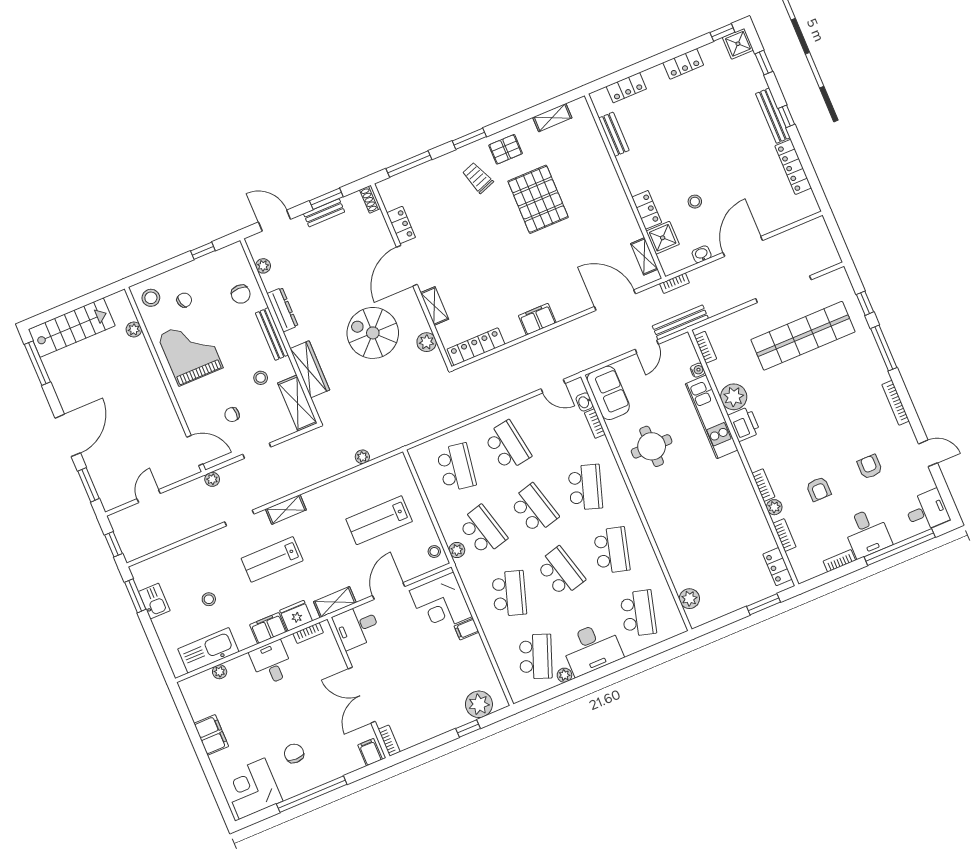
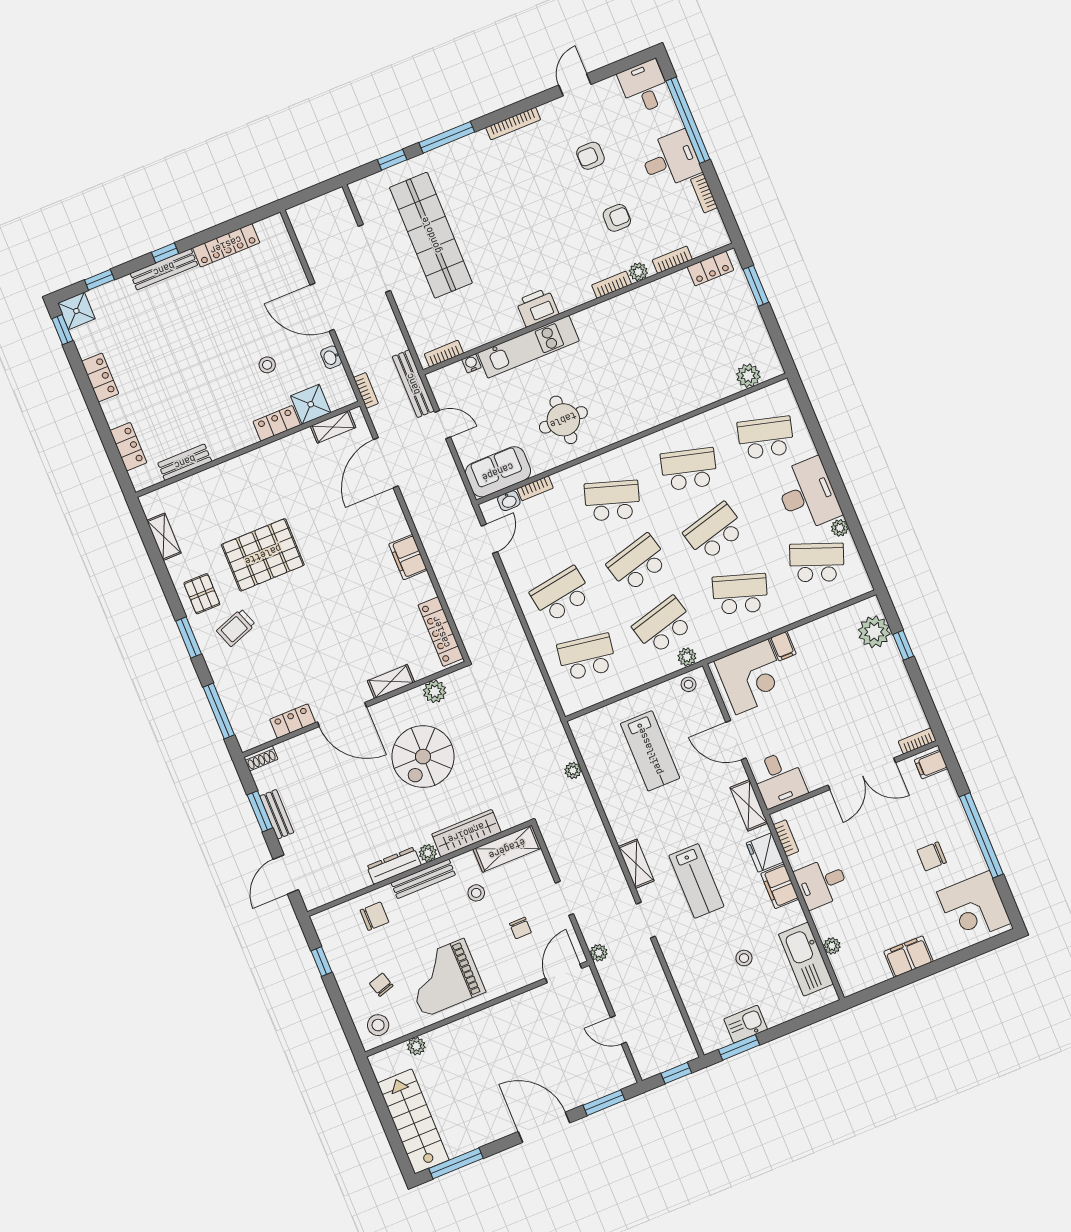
plant: (263, 266) -> (428, 853), moved
plant: (734, 397) -> (504, 320), removed

